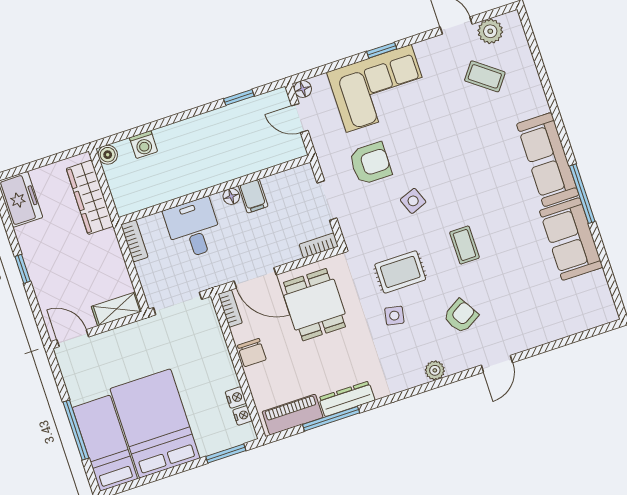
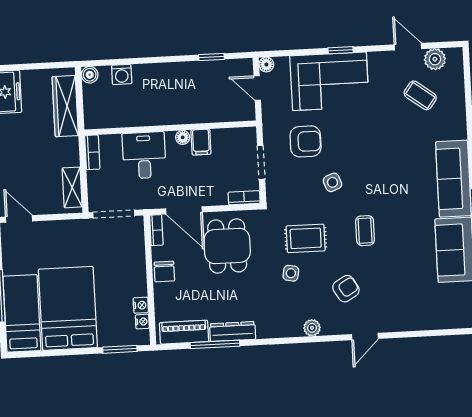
shelving: (117, 309) -> (72, 187), moved, turned 90

